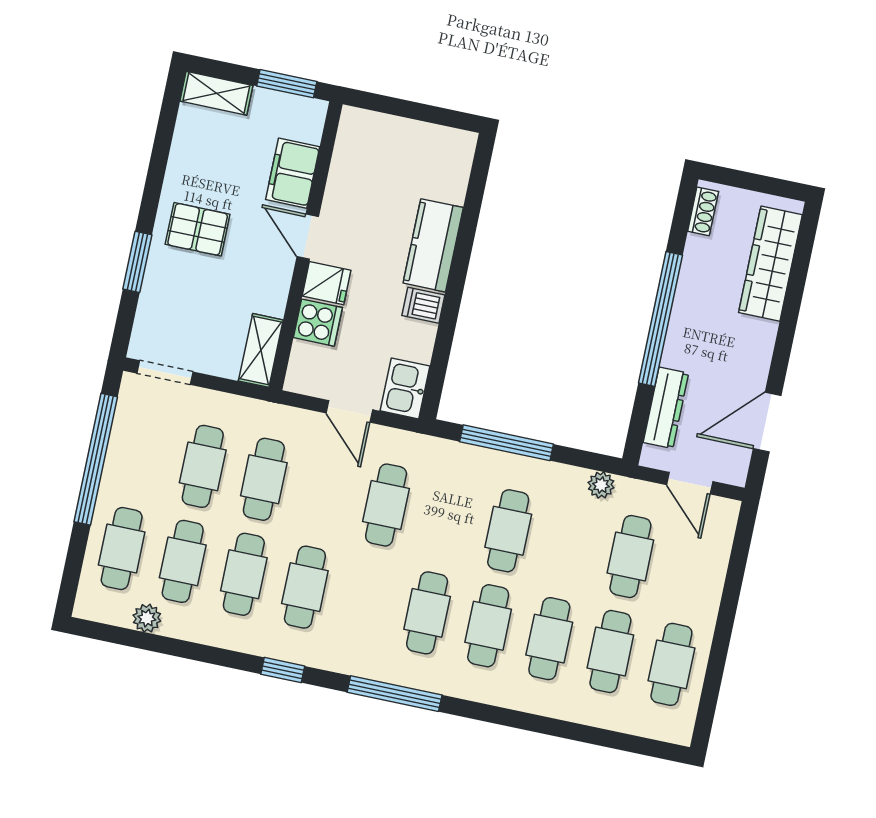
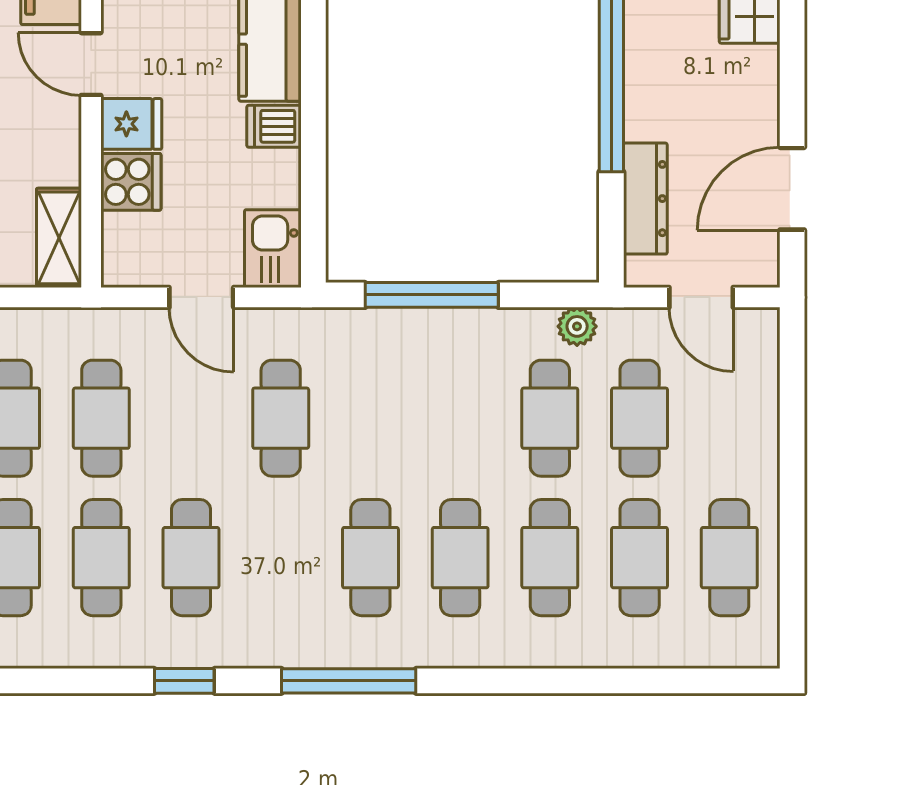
cafe table: (508, 531) -> (550, 418), moved

